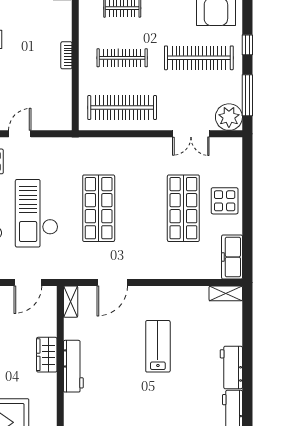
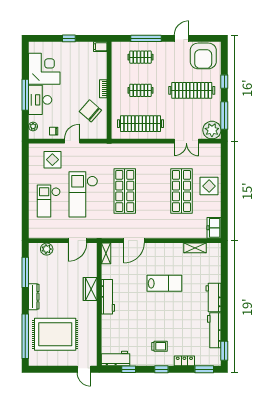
clothes rail: (122, 58) -> (140, 90), width x0.73
chair: (47, 89) -> (90, 111), added
freezer: (232, 257) -> (214, 228), width x0.71
shelving: (226, 293) -> (195, 248), moved
lab bench: (158, 346) -> (164, 283), turned 90

